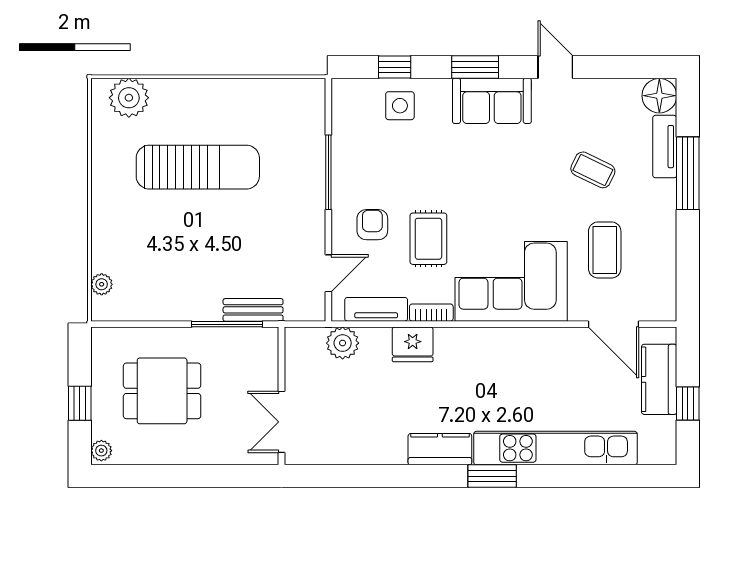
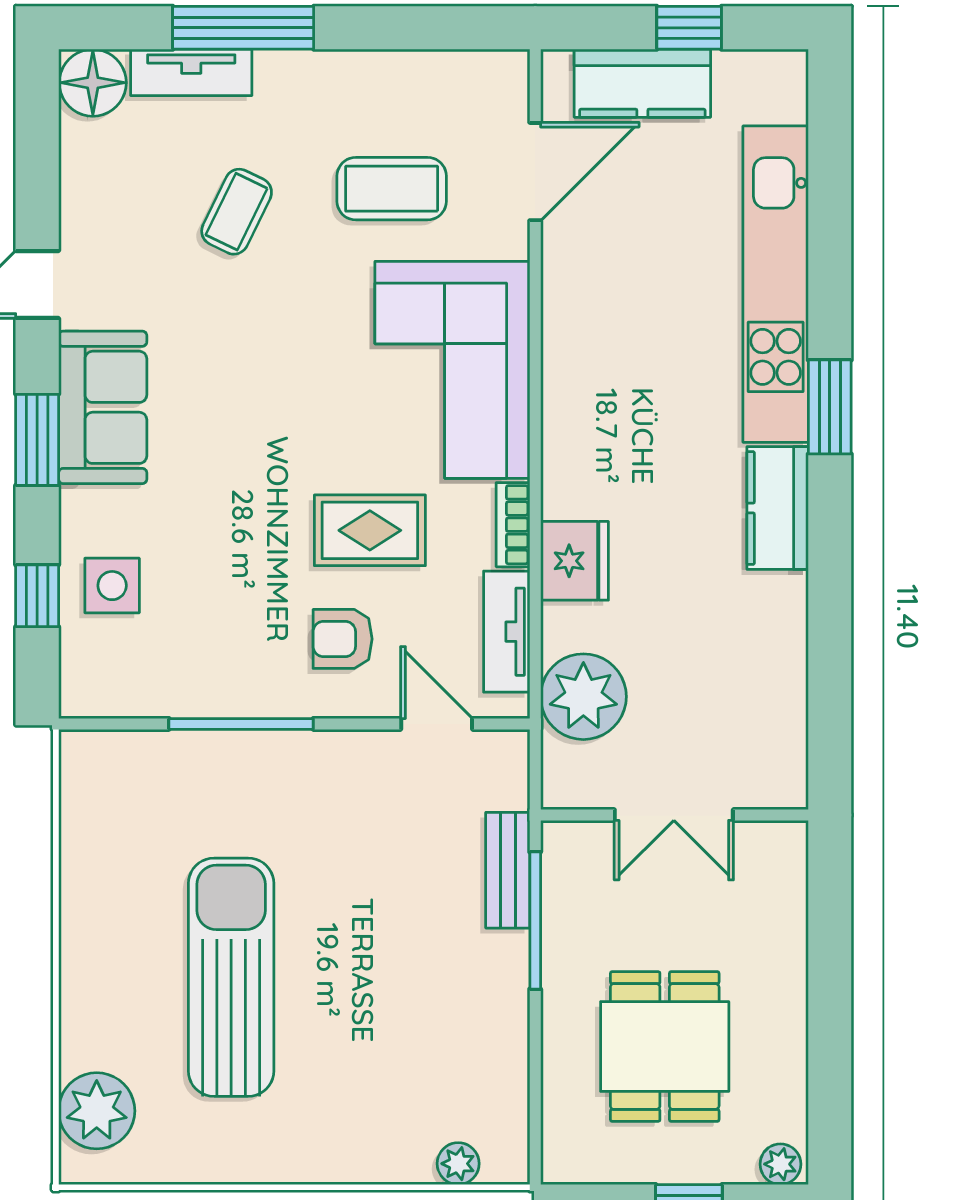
plant: (343, 343) -> (583, 697), width x1.36, depth x1.36
double door: (282, 422) -> (674, 815), moved

